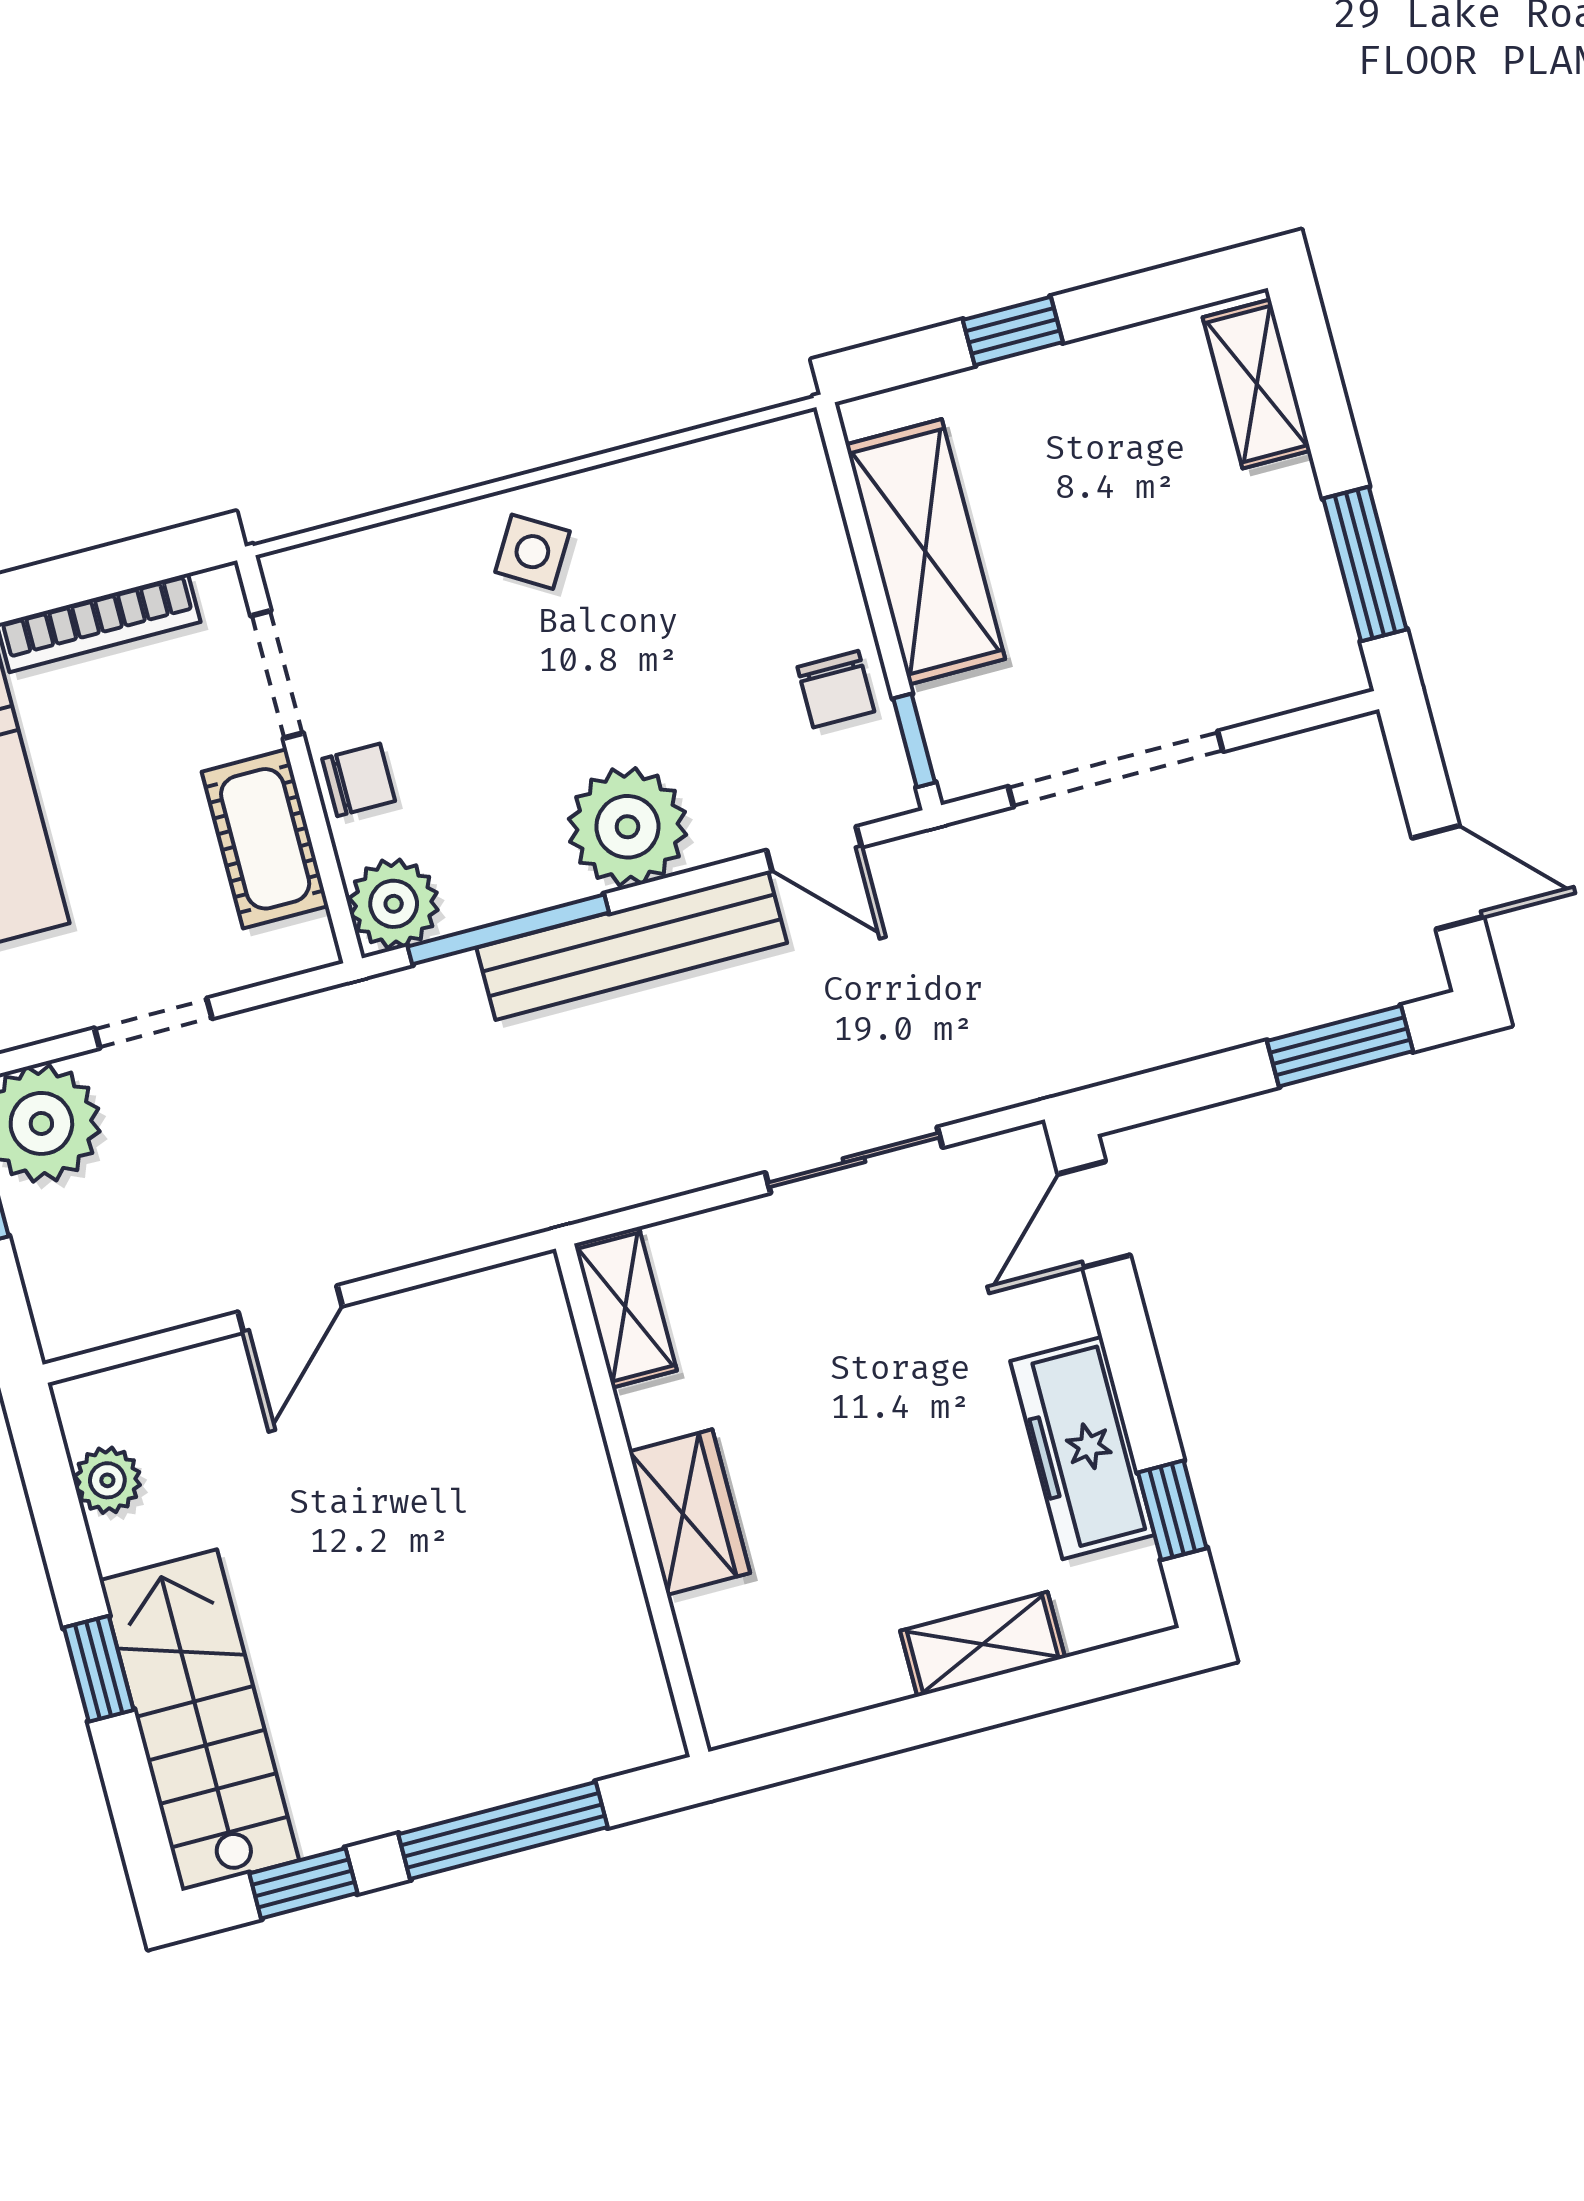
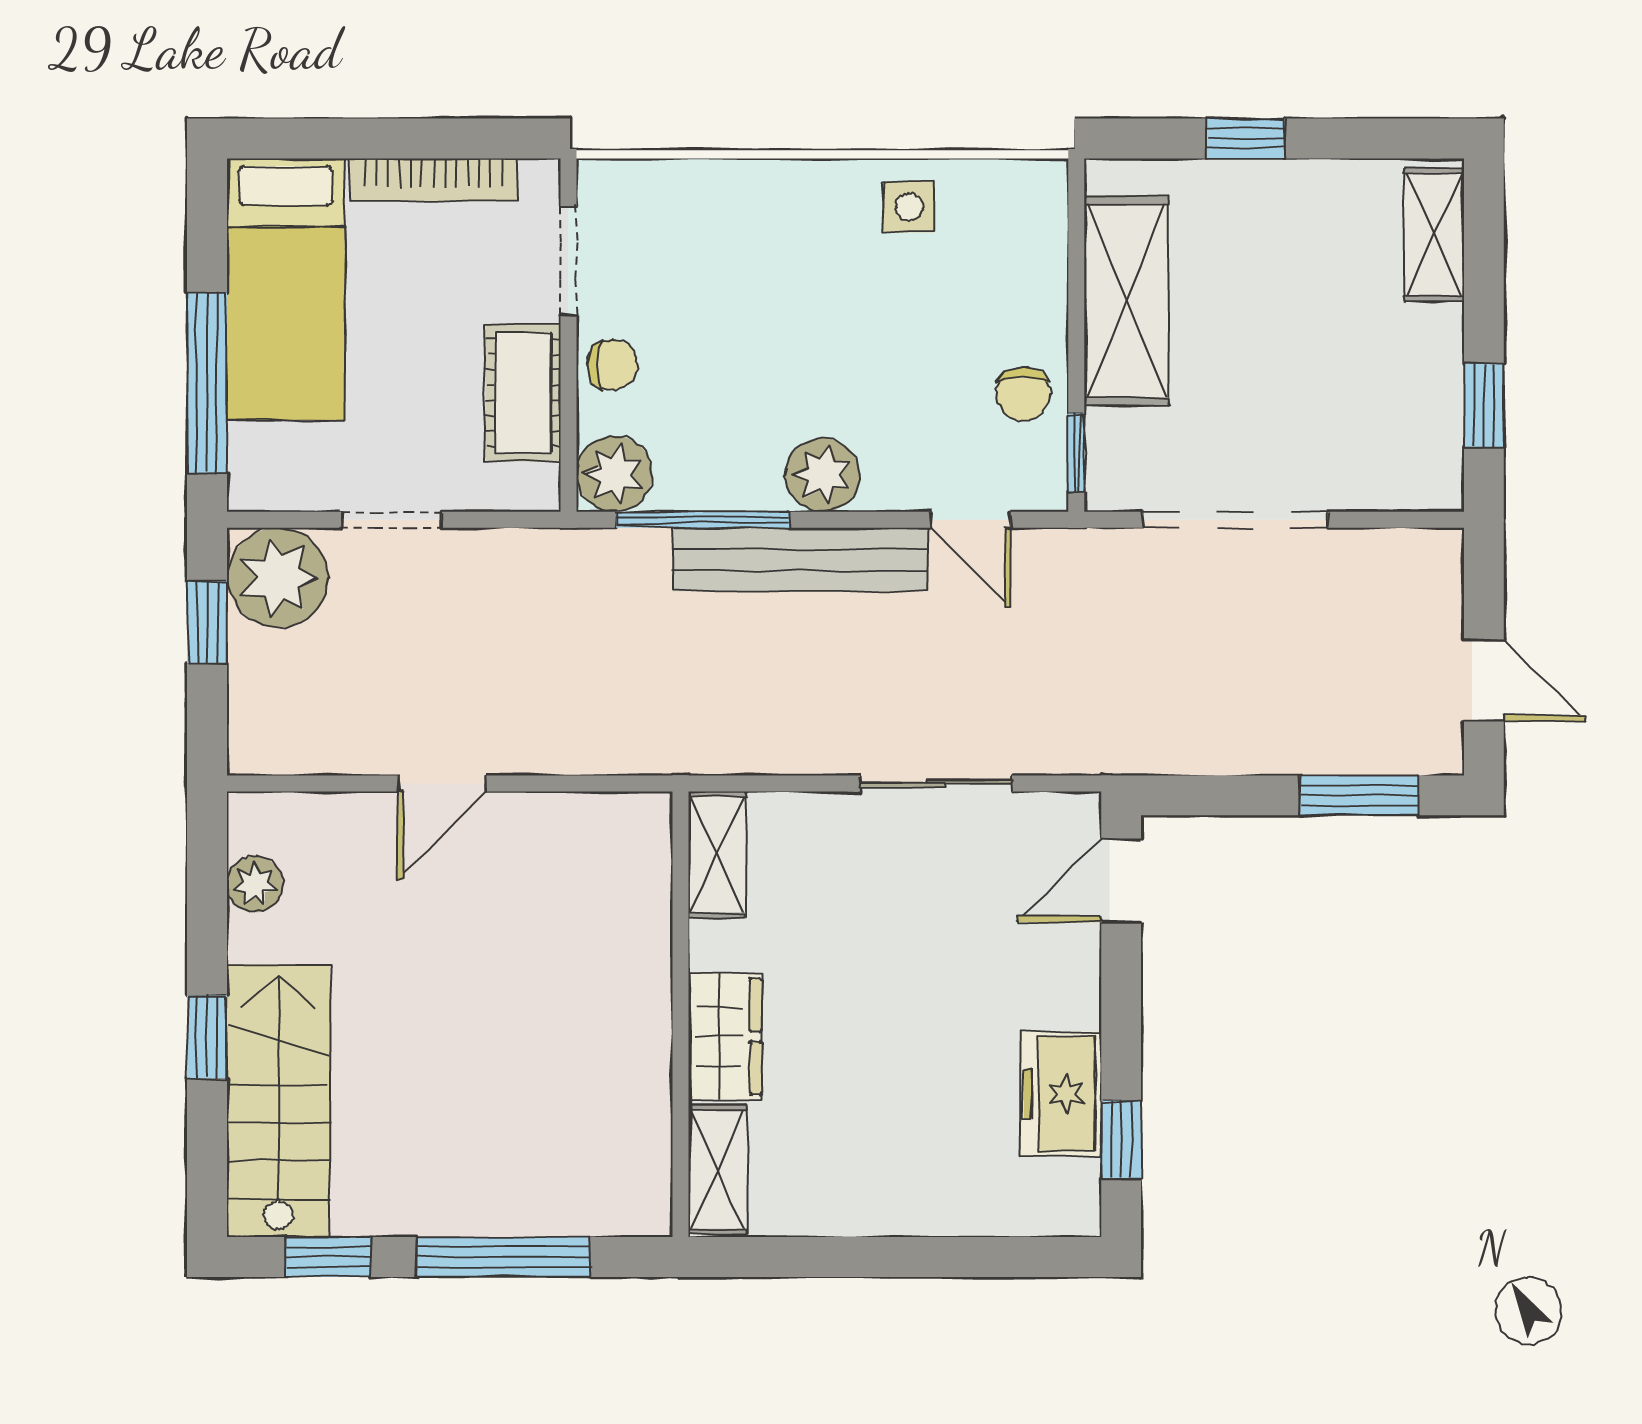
side table: (532, 552) -> (908, 207), moved, turned -31
window: (1365, 564) -> (1484, 406), width x0.67
plant: (627, 827) -> (823, 475), width x0.73, depth x0.73
freezer: (1082, 1448) -> (1061, 1094), width x0.71
shelving: (983, 1644) -> (718, 1169), moved, turned 90

